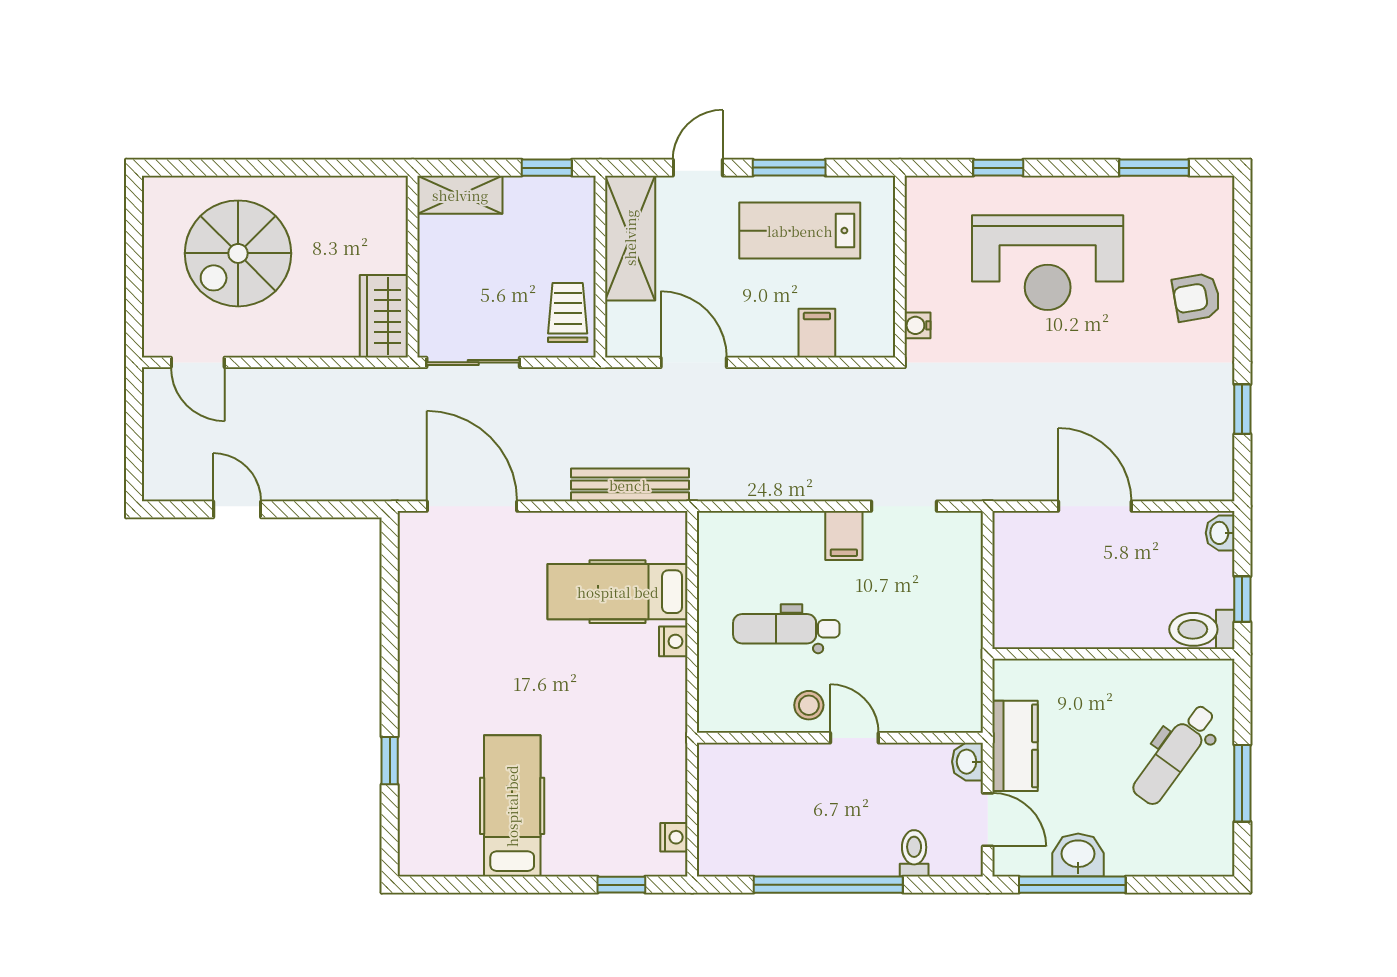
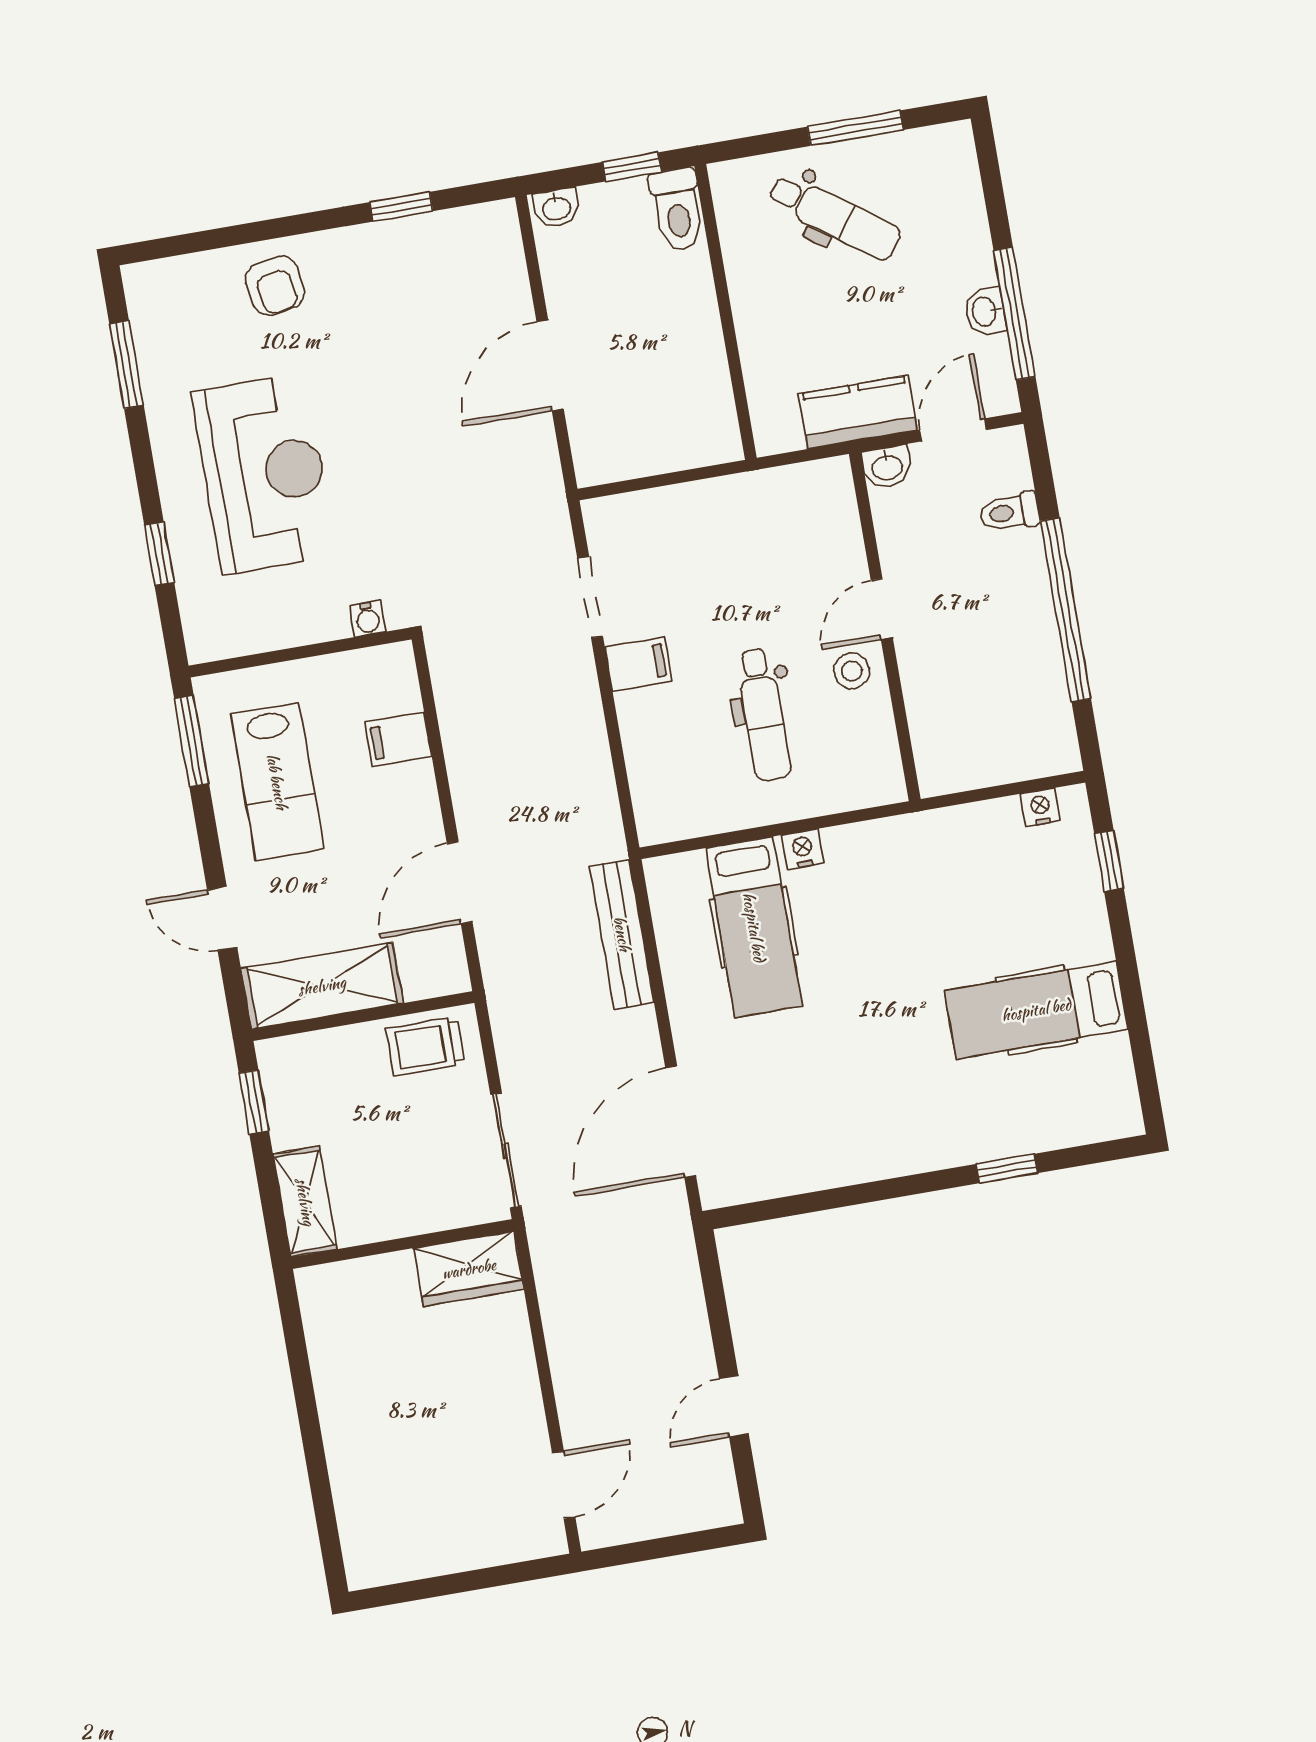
window: (789, 168) -> (192, 741), moved
spiral stairs: (238, 253) -> (423, 1459), removed
washbasin: (1078, 855) -> (985, 311), width x0.72, depth x0.69

